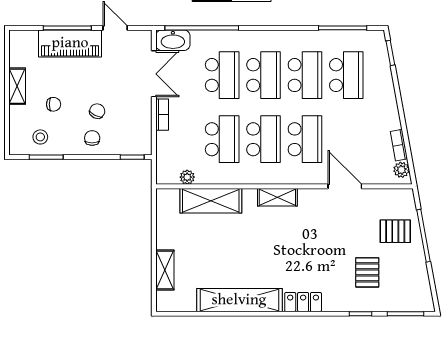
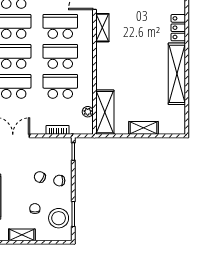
bookcase: (162, 115) -> (58, 130), moved
stool: (40, 137) -> (59, 218), width x1.89, depth x1.89
shelving: (277, 197) -> (102, 28), moved
shelving: (211, 201) -> (105, 112), moved
shelving: (165, 270) -> (143, 128), moved

